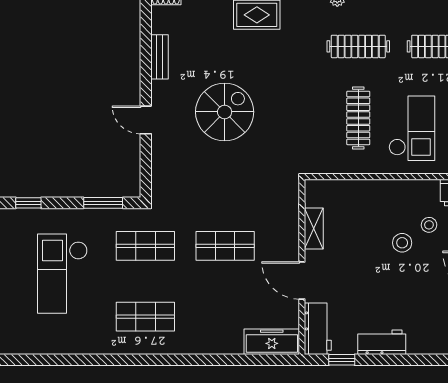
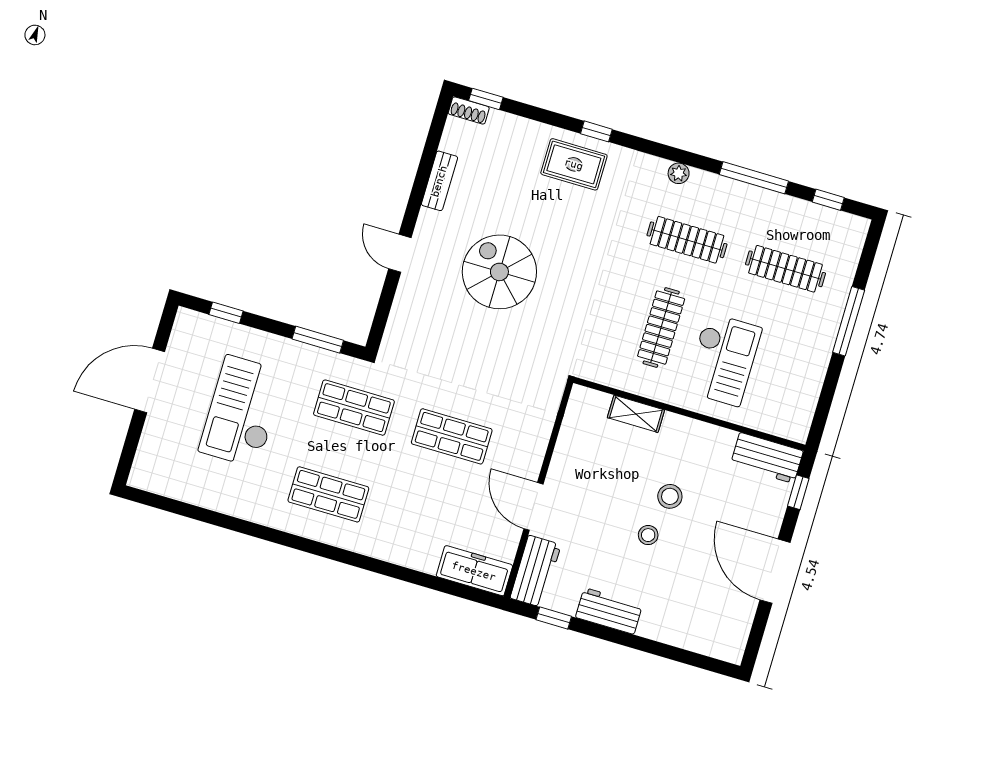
spiral stairs: (225, 112) -> (499, 272), turned -90
stool: (429, 225) -> (648, 535), moved
shelving: (314, 229) -> (636, 414), moved, turned 90

